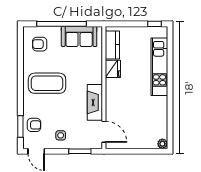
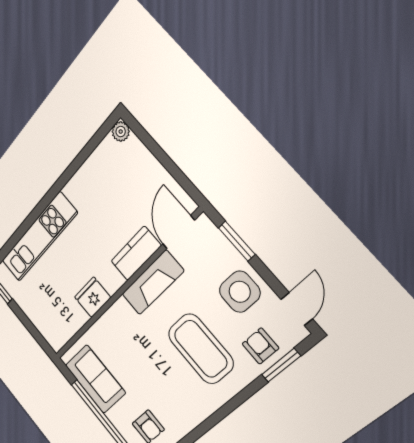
kitchen counter: (112, 45) -> (136, 253), moved
coffee table: (47, 83) -> (201, 349), moved
side table: (61, 135) -> (240, 292), width x1.87, depth x1.87

